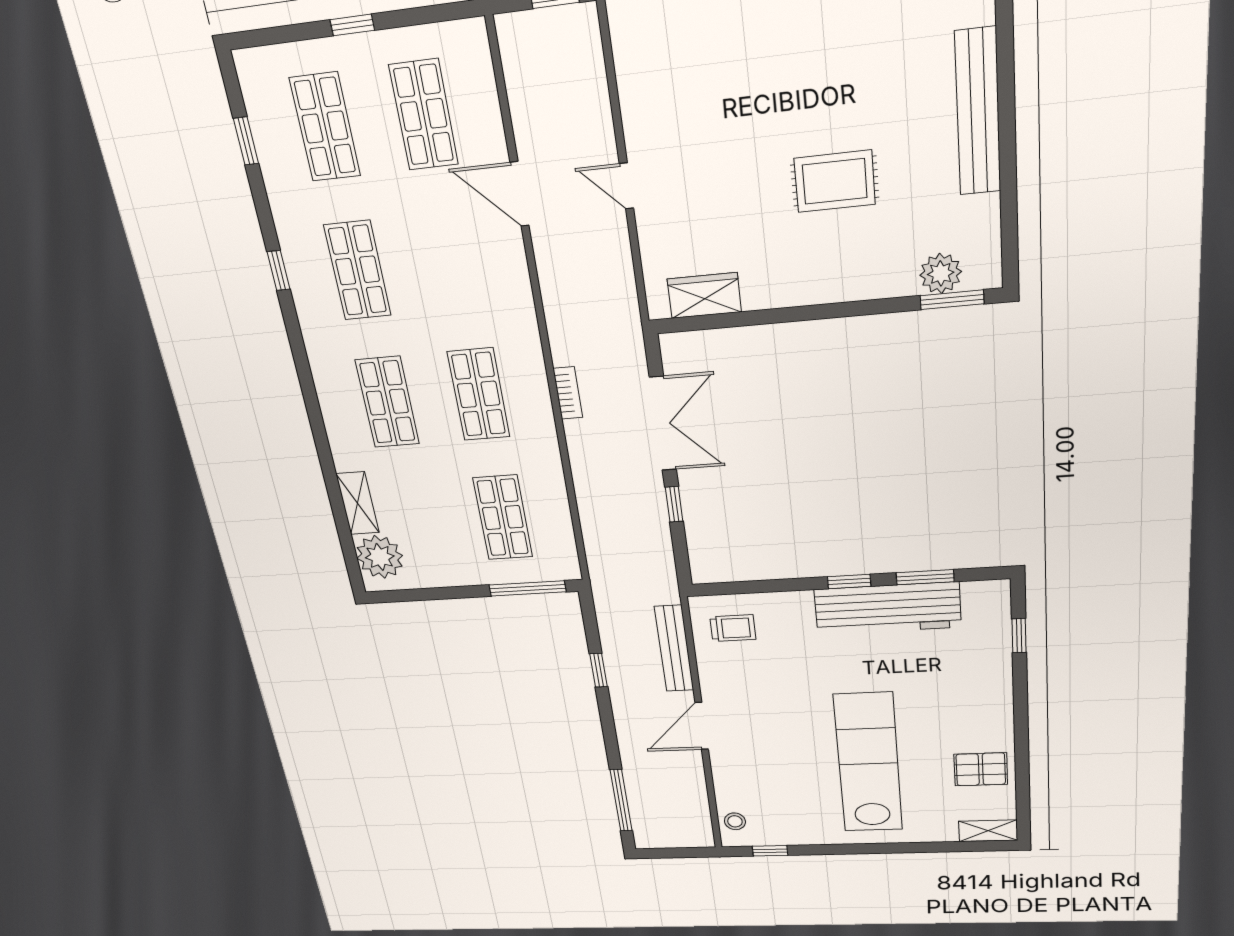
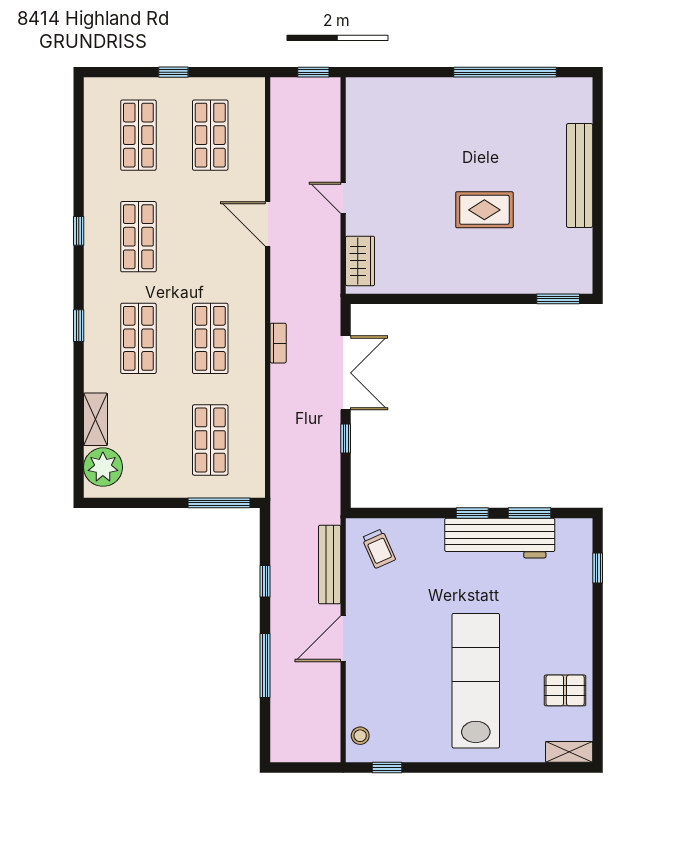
window: (246, 141) -> (79, 326), moved
door: (520, 194) -> (268, 224), moved
plant: (941, 273) -> (551, 280), removed
wardrobe: (704, 295) -> (360, 261), moved, turned 90
trolley: (733, 628) -> (379, 549), turned 66
window: (621, 800) -> (265, 666), moved

